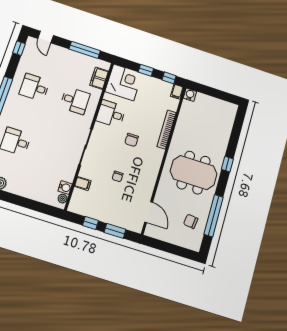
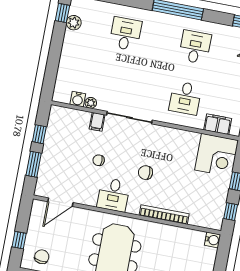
filing cabinet: (177, 92) -> (214, 223), removed
desk: (111, 114) -> (114, 195), moved, turned 180
filing cabinet: (83, 184) -> (97, 122), moved
plant: (63, 199) -> (91, 103), moved
chair: (191, 221) -> (42, 257), moved
window: (176, 250) -> (19, 240), added

